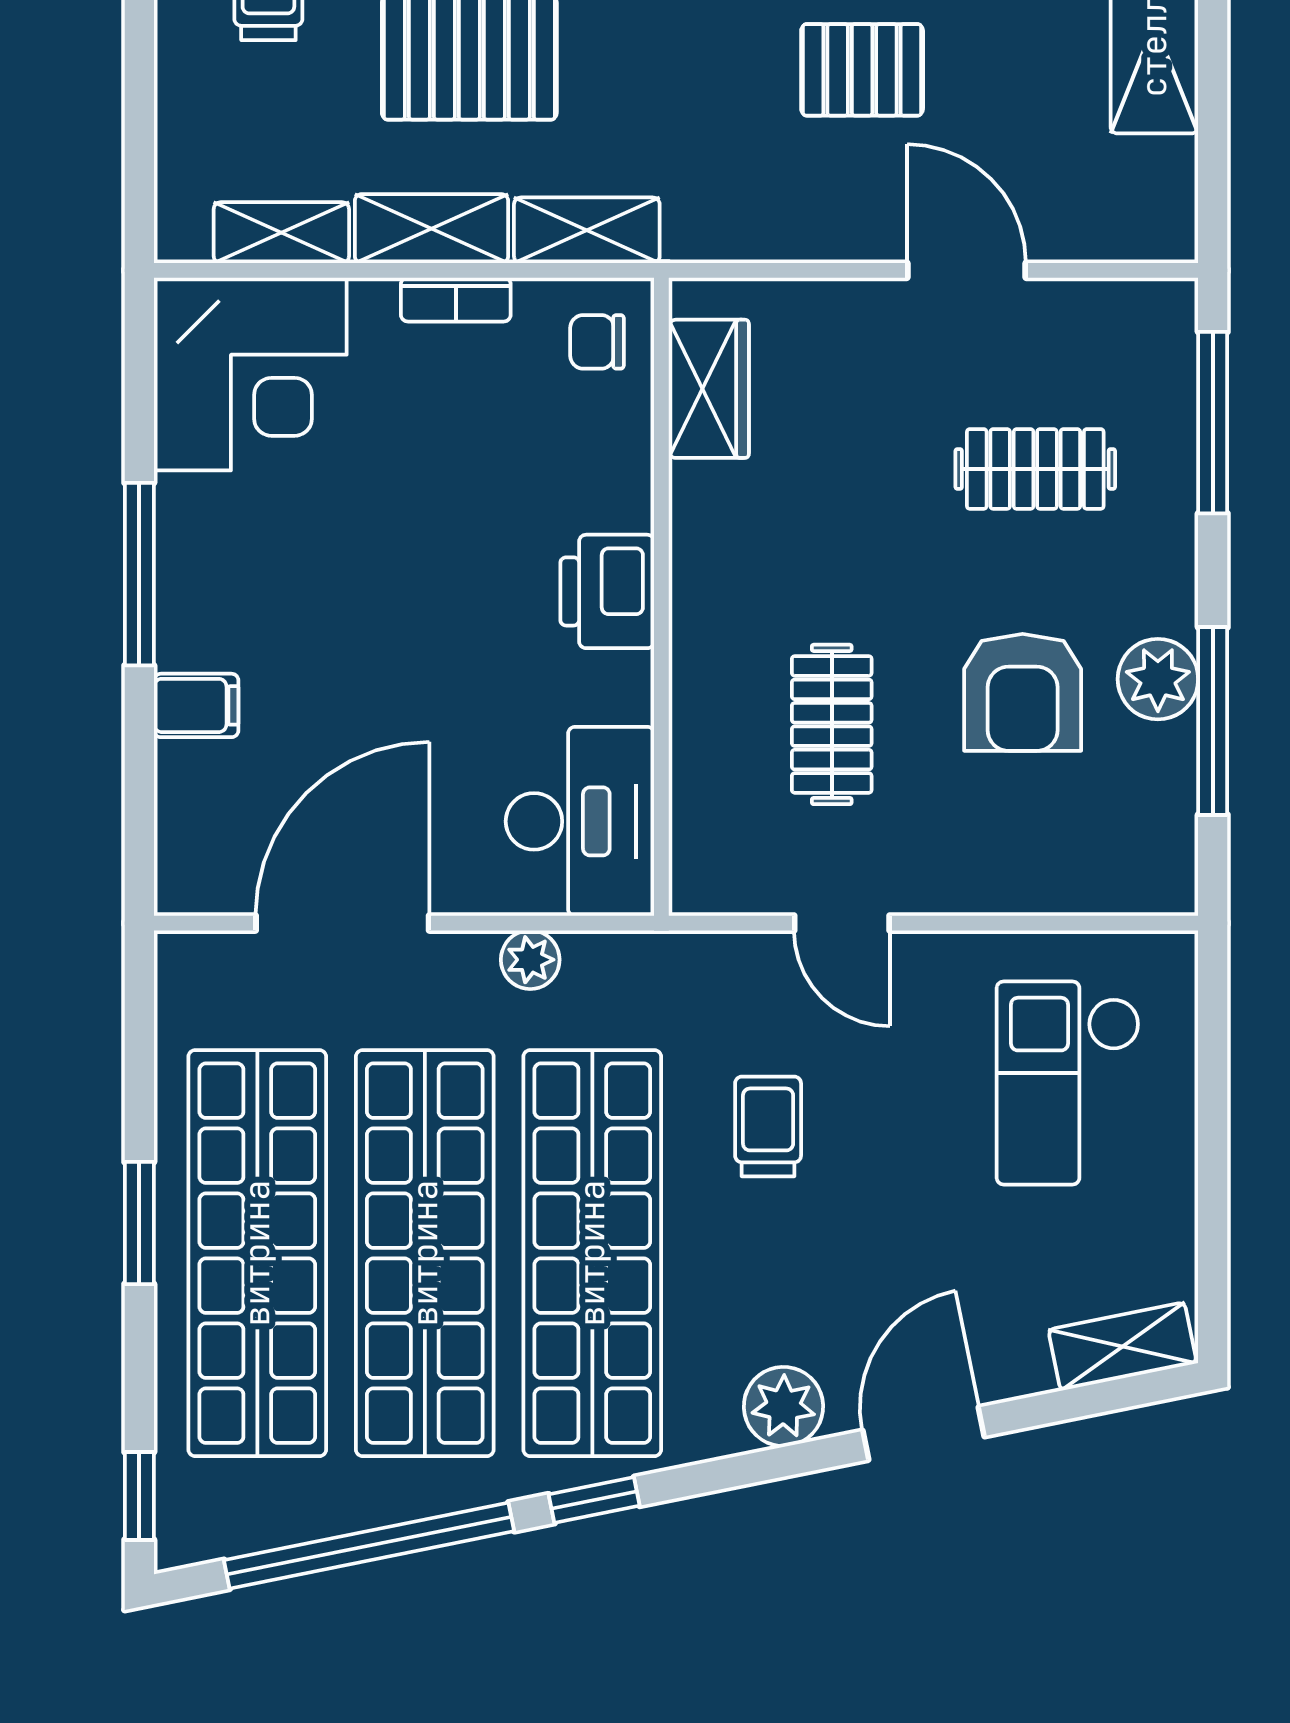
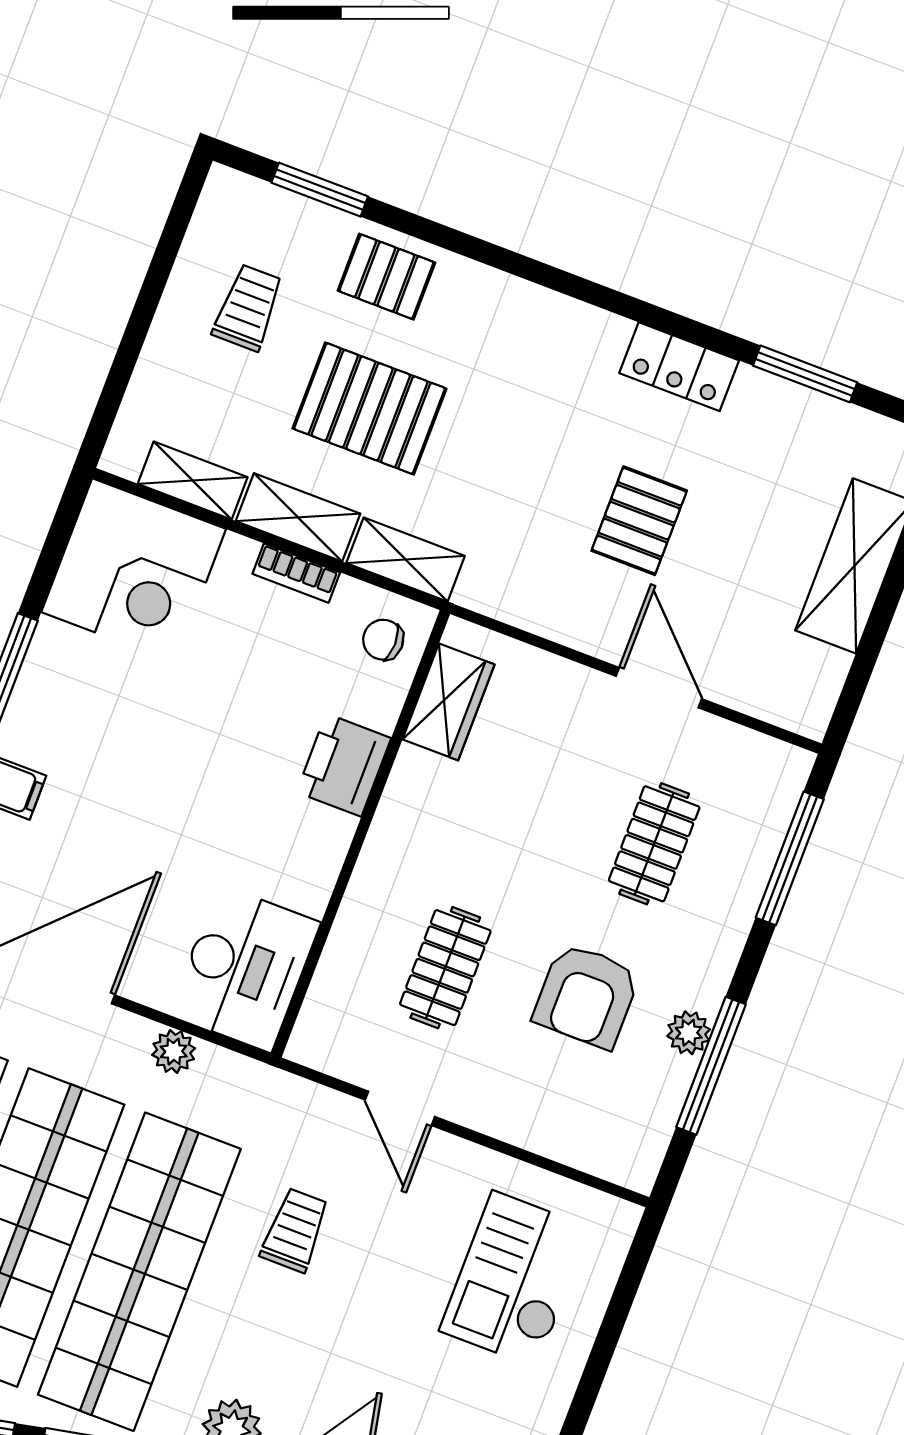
pallet: (862, 70) -> (639, 521), turned 90
clothes rail: (1035, 469) -> (654, 844), turned 90
printer: (607, 591) -> (344, 765), moved
plant: (1158, 679) -> (689, 1033), width x0.73, depth x0.73

